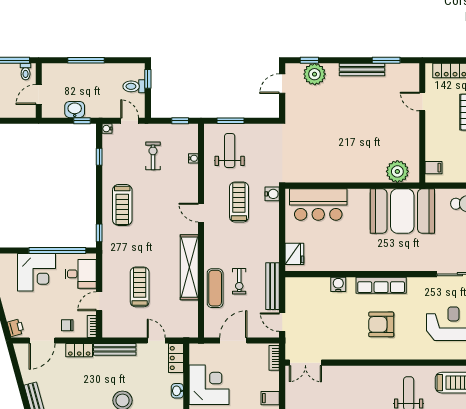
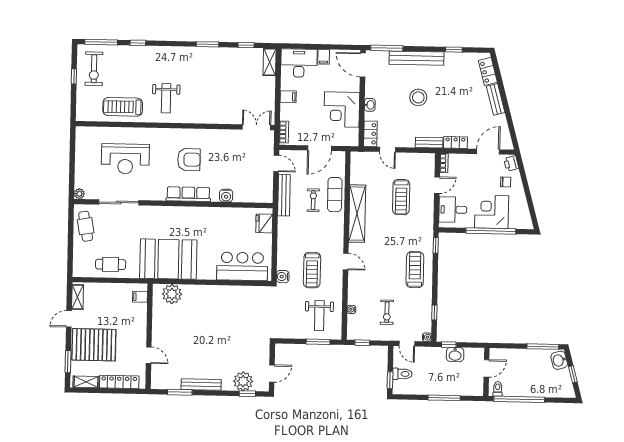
window: (57, 251) -> (491, 231), moved
chair: (67, 325) -> (506, 182), moved
bench: (115, 349) -> (429, 143), width x0.73

